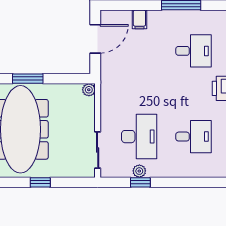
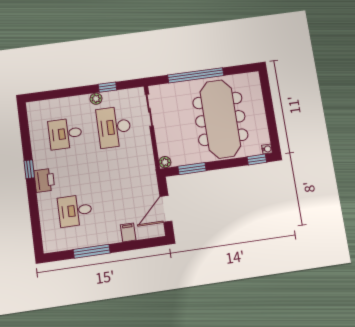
window: (28, 79) -> (192, 169), moved
plant: (139, 171) -> (96, 99), moved
window: (40, 182) -> (196, 75), width x3.17

